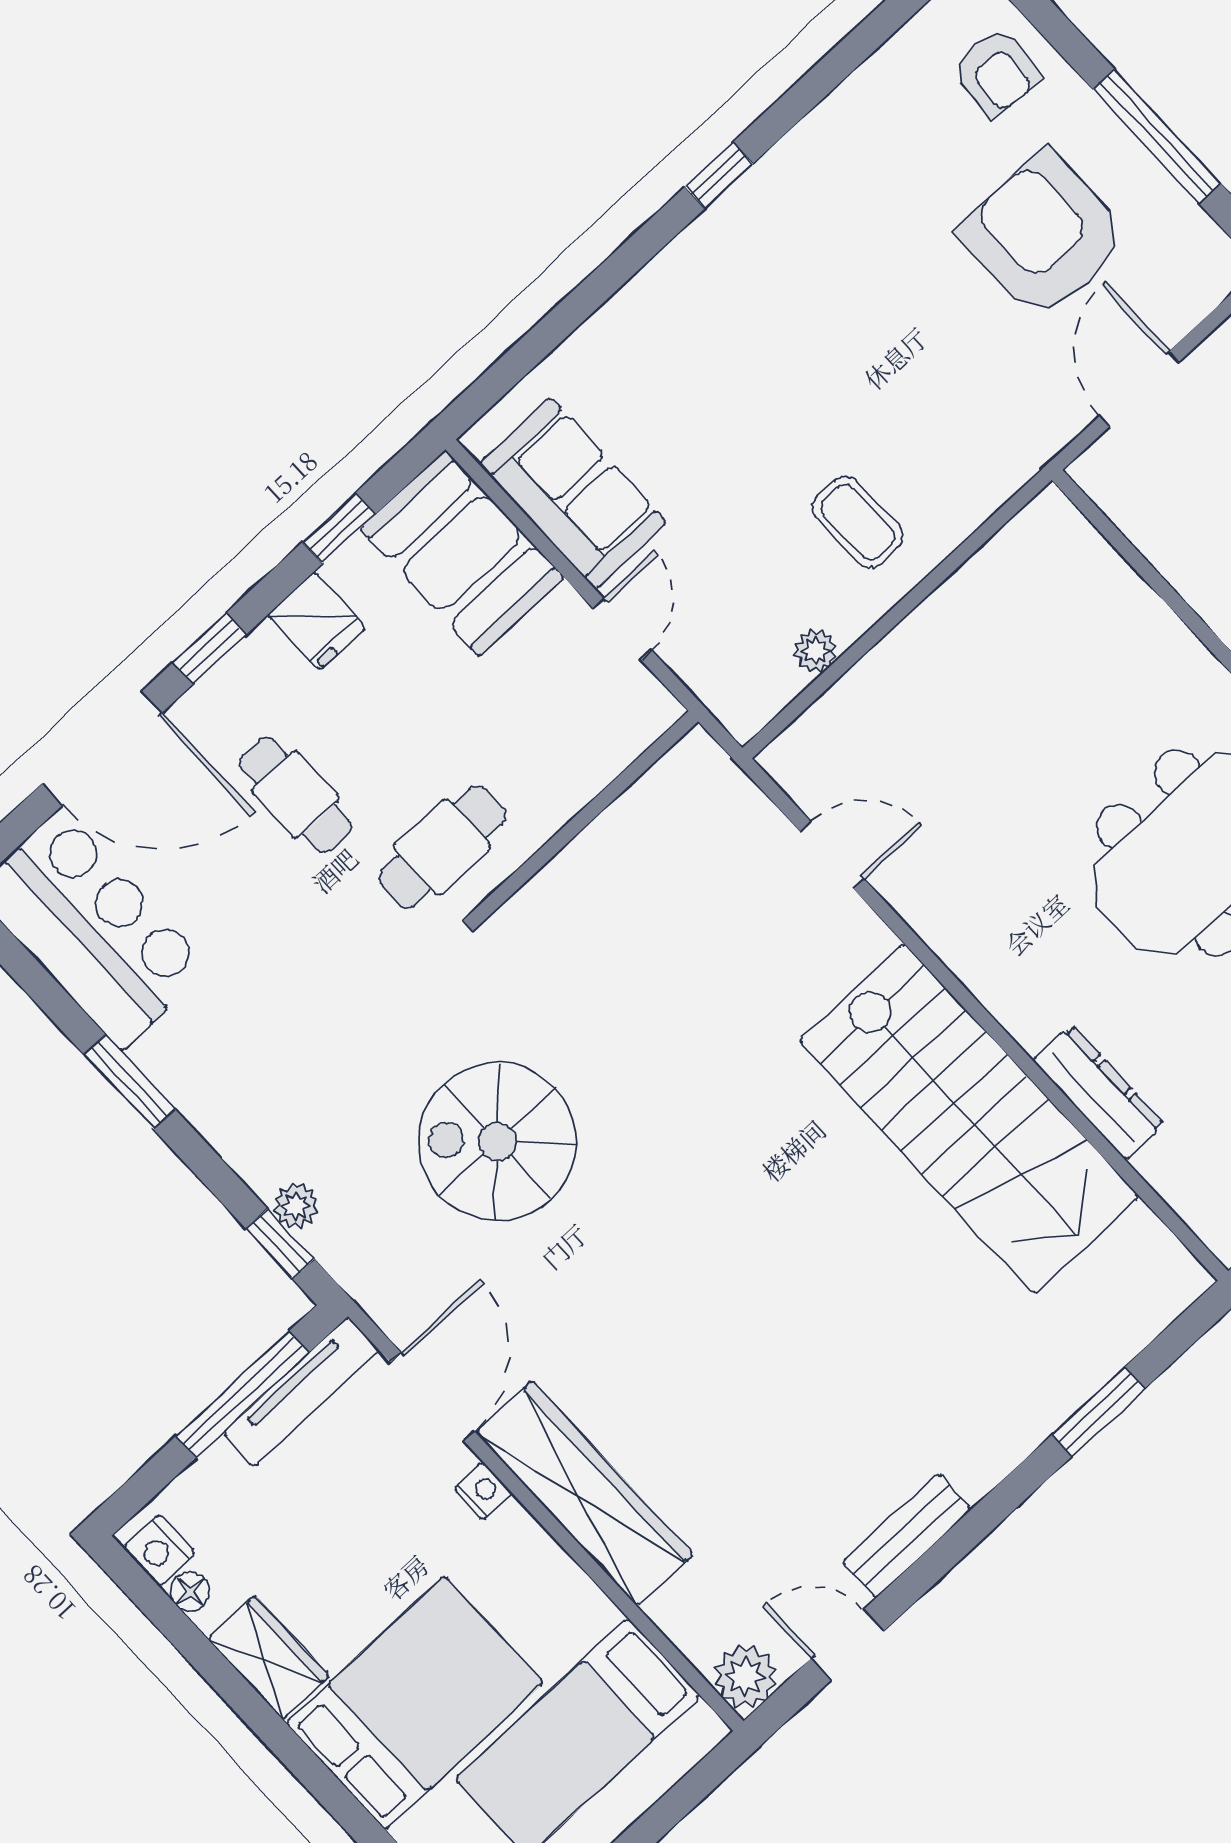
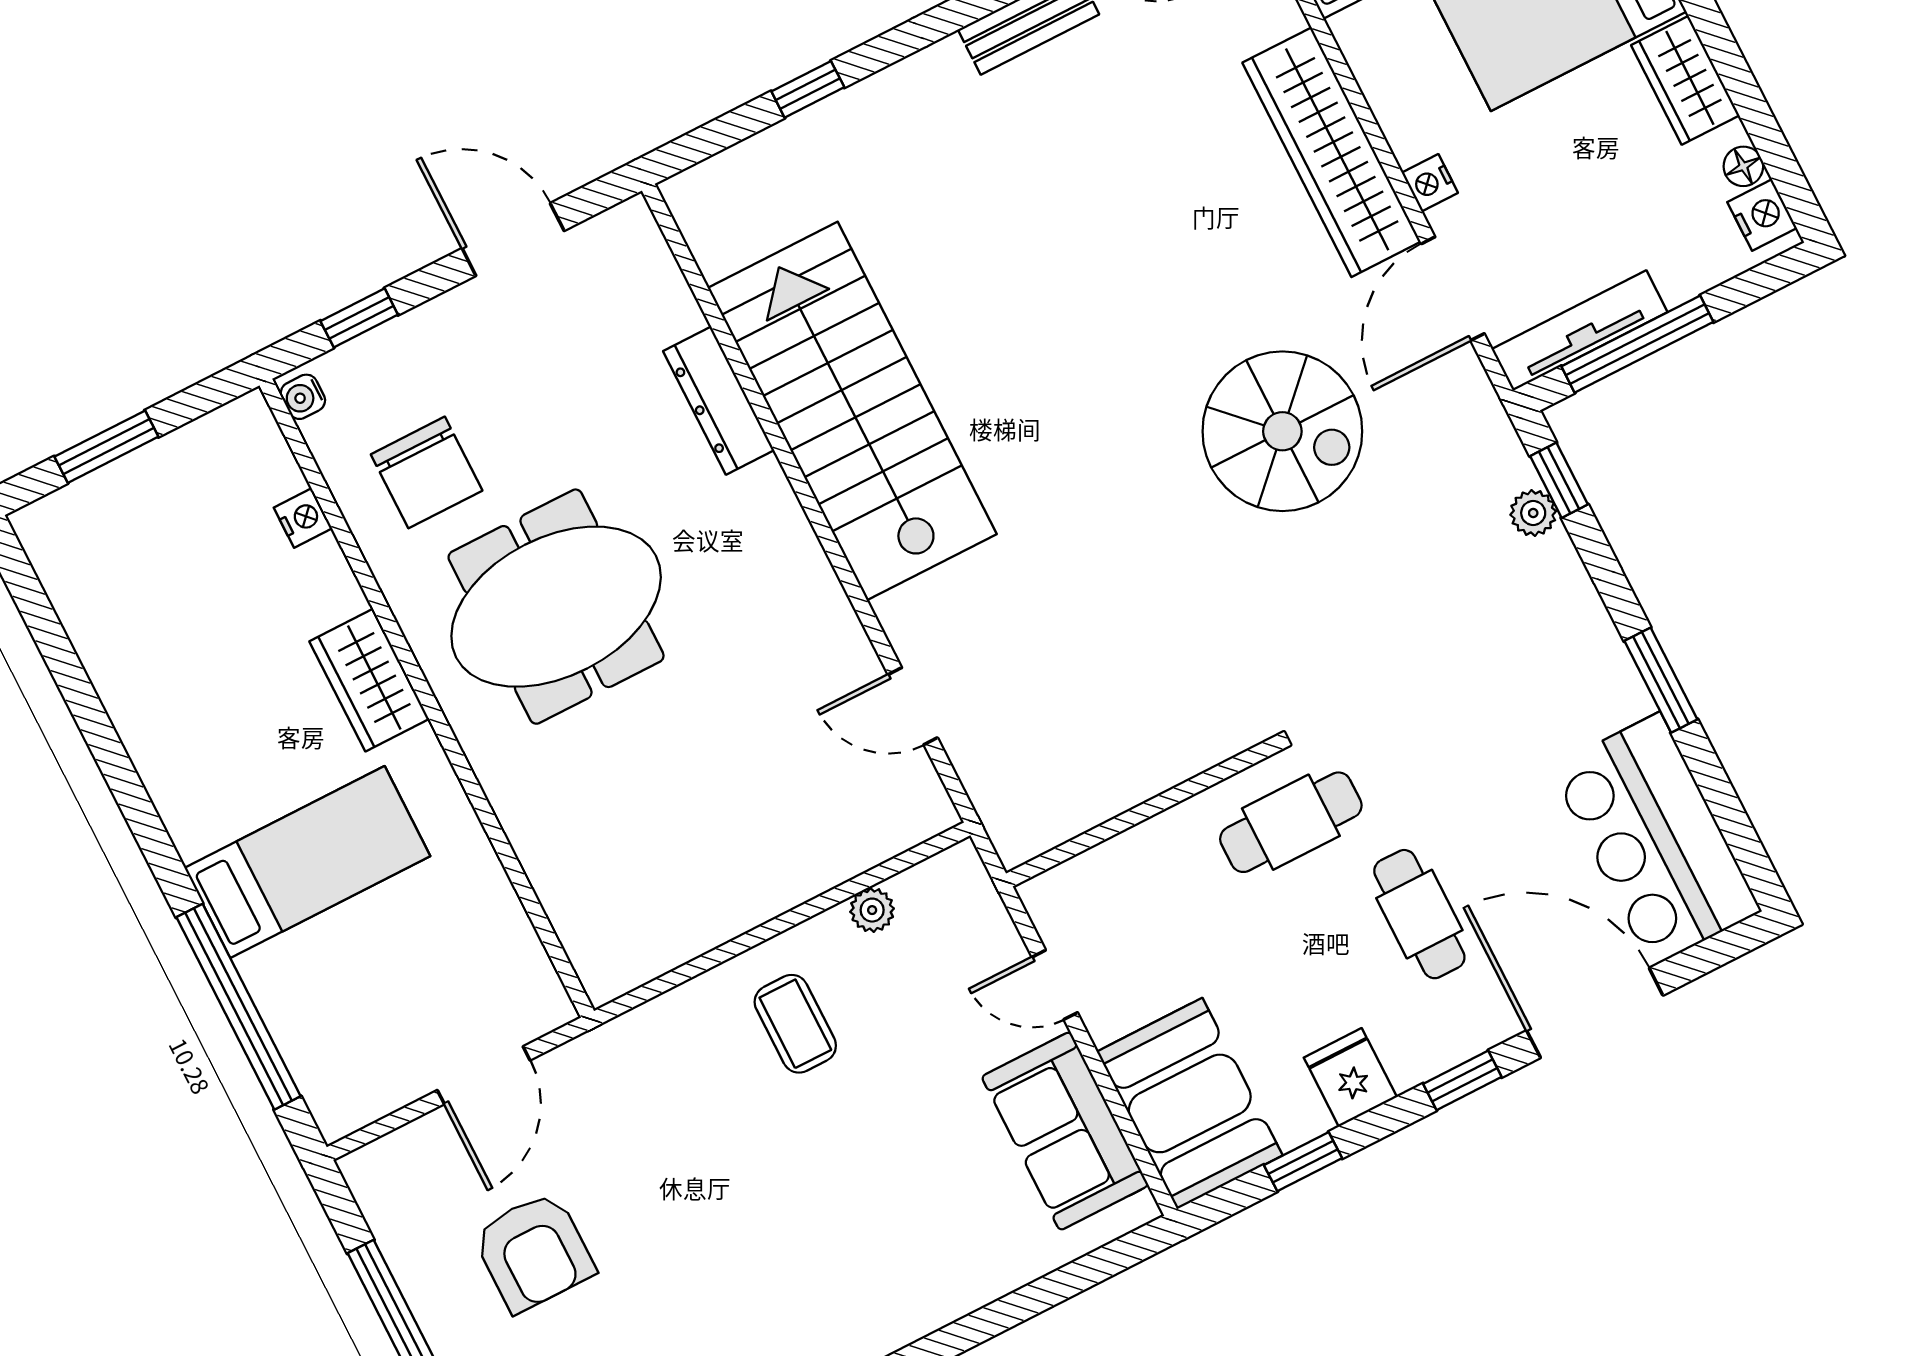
armchair: (1044, 235) -> (534, 1252), width x0.73, depth x0.73
door: (622, 629) -> (1055, 985), hinge flipped
spiral stairs: (497, 1142) -> (1282, 431), moved
window: (1098, 1412) -> (808, 89), width x0.67

